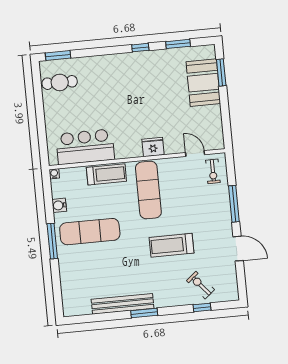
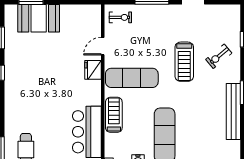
door: (195, 154) -> (103, 46), moved
exercise bike: (201, 285) -> (219, 56), moved

